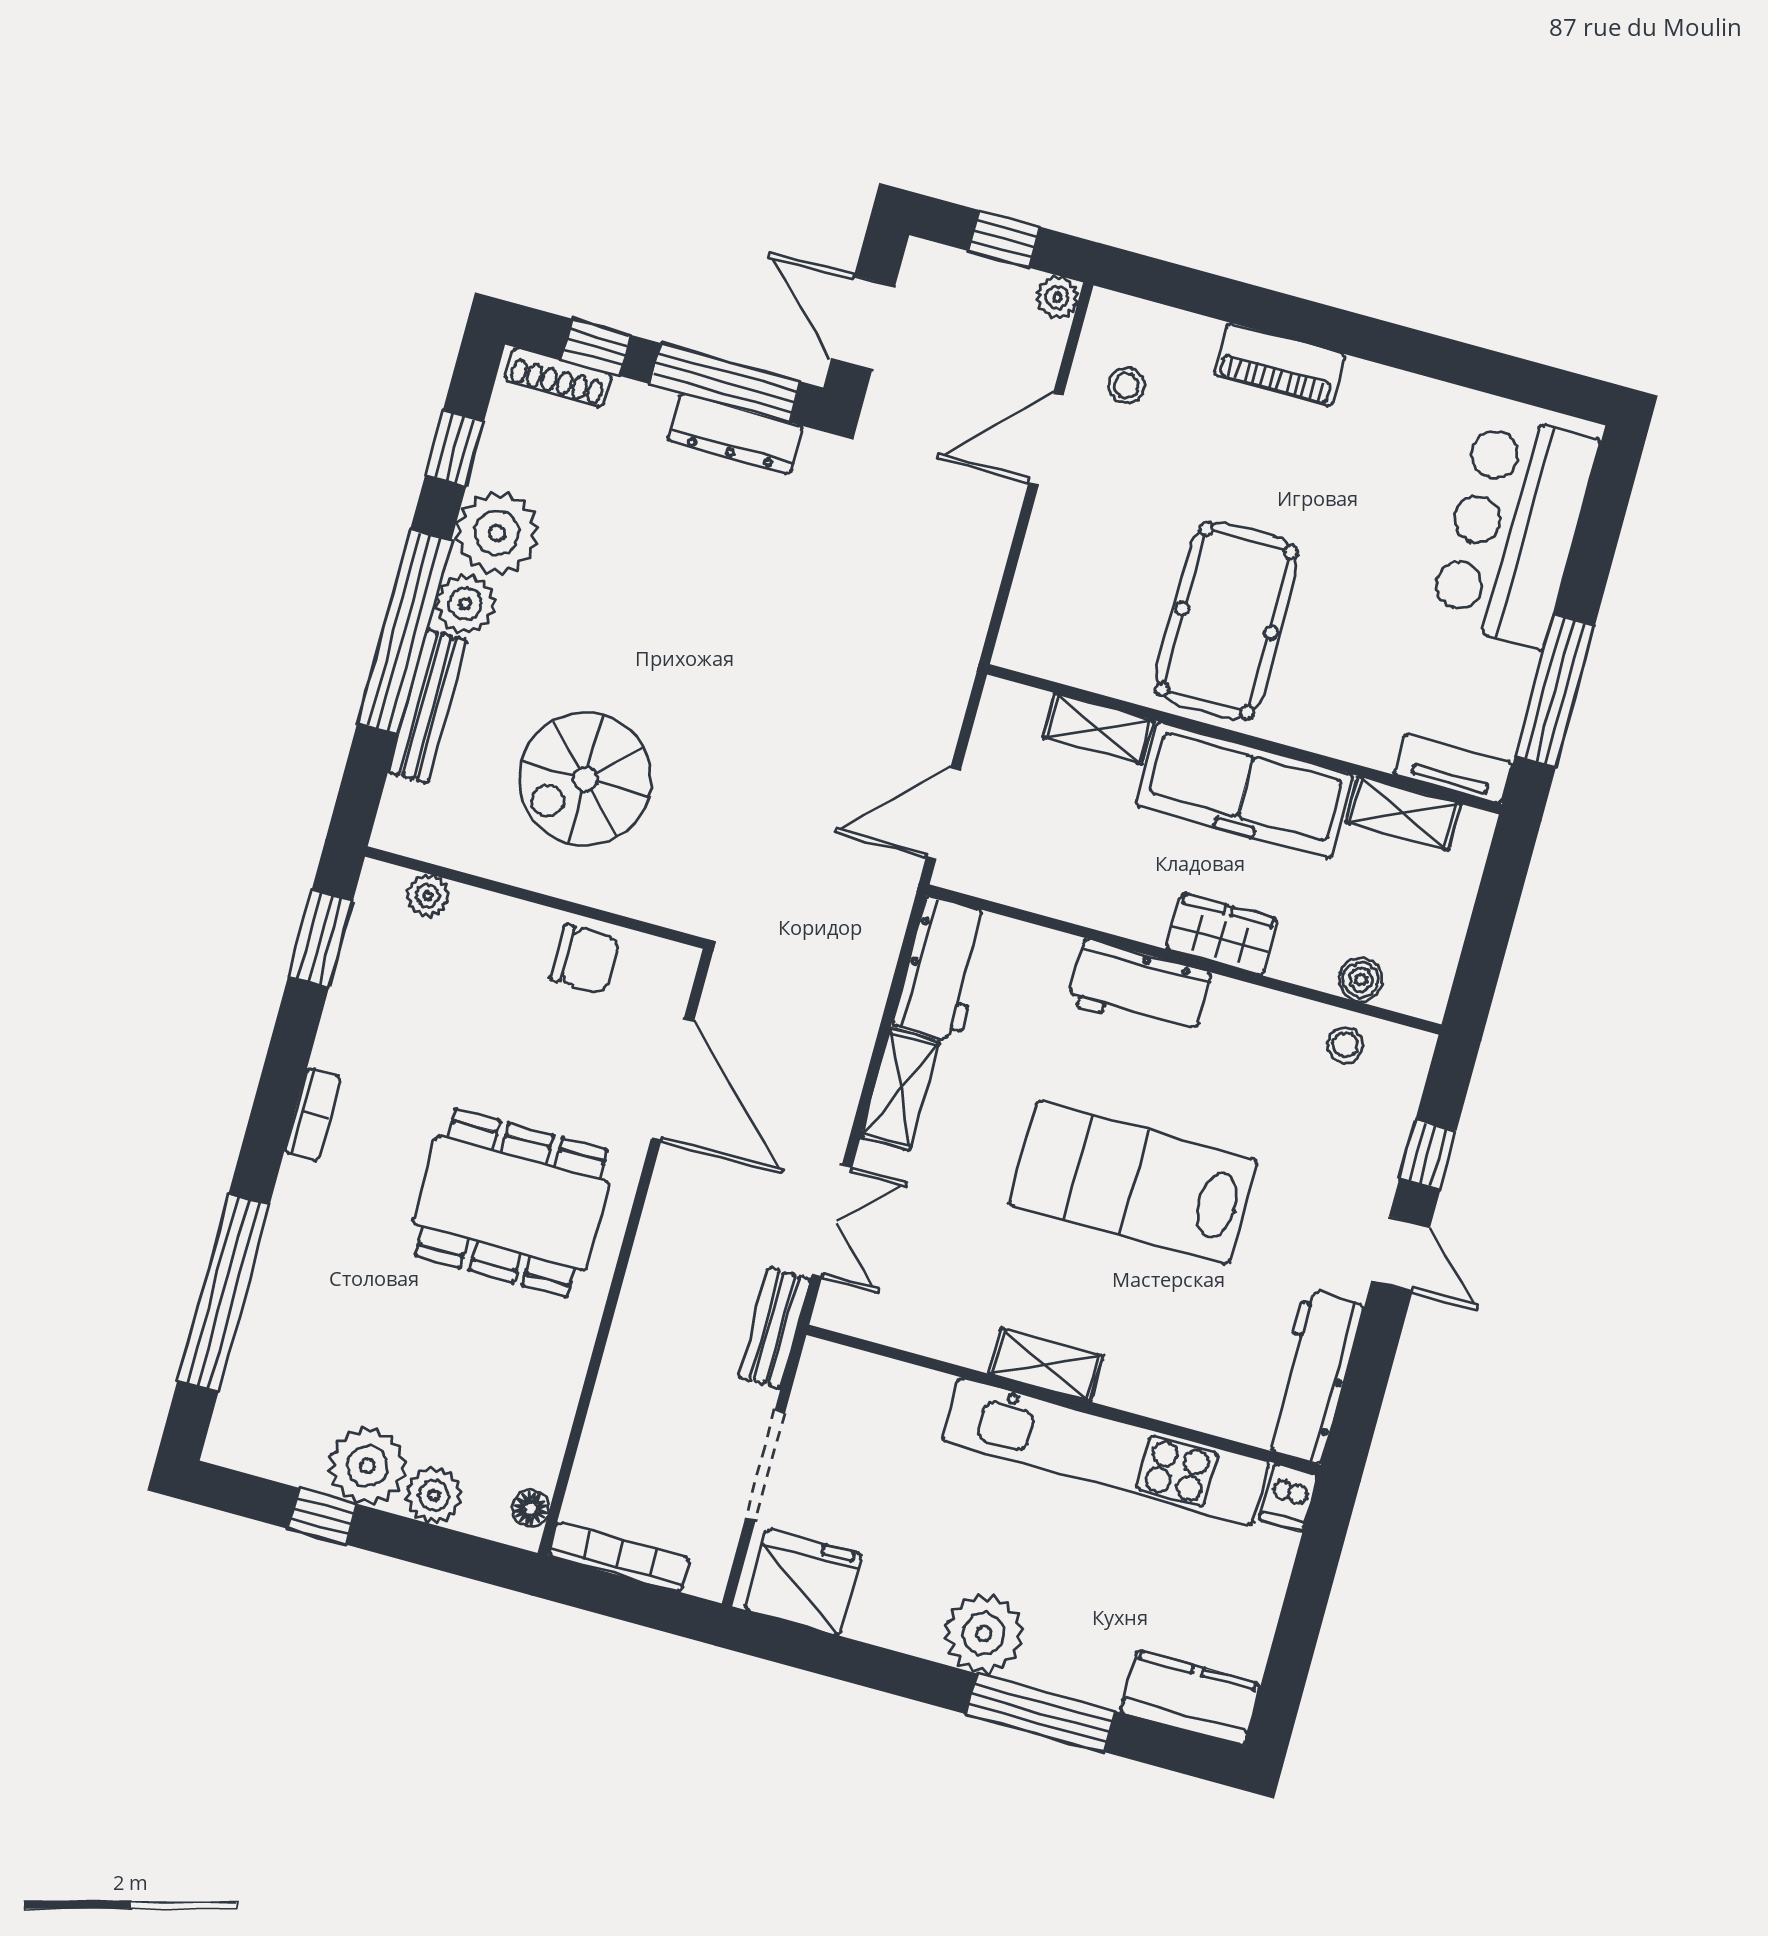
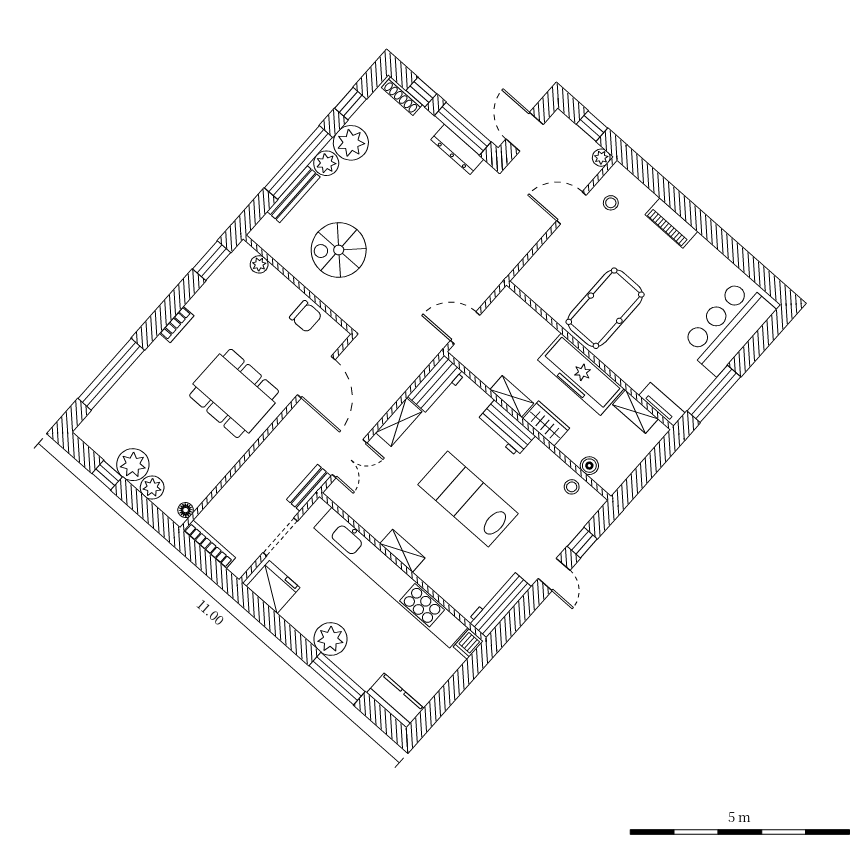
shelving: (1098, 729) -> (512, 396), moved
kitchen unit: (1106, 1451) -> (391, 578), width x1.36

